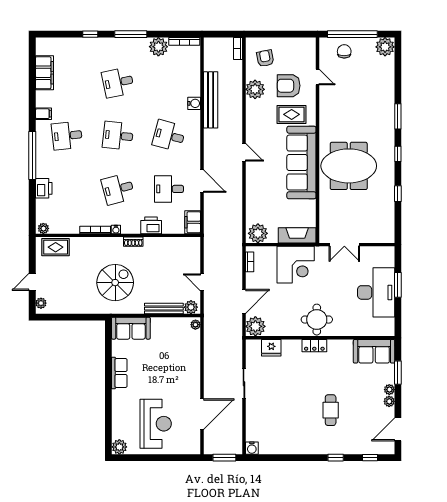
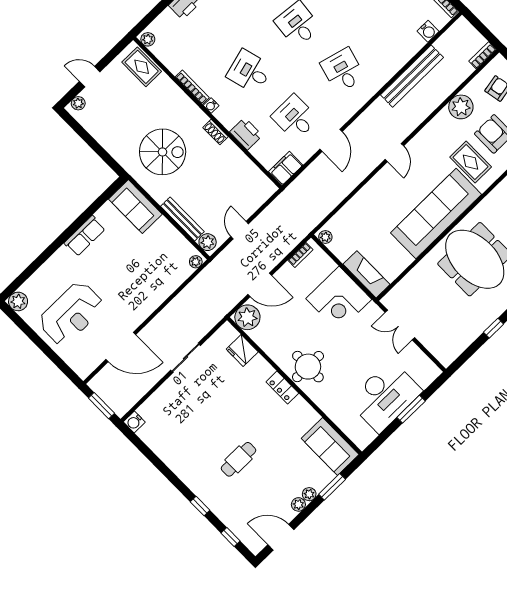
water cooler: (194, 103) -> (428, 31), moved
plant: (258, 233) -> (325, 237), width x0.53, depth x0.53

